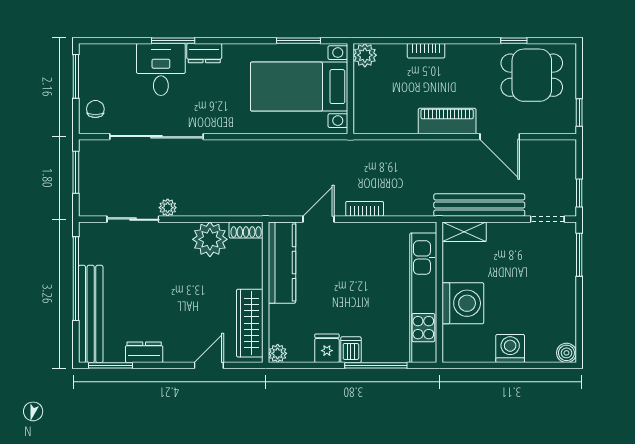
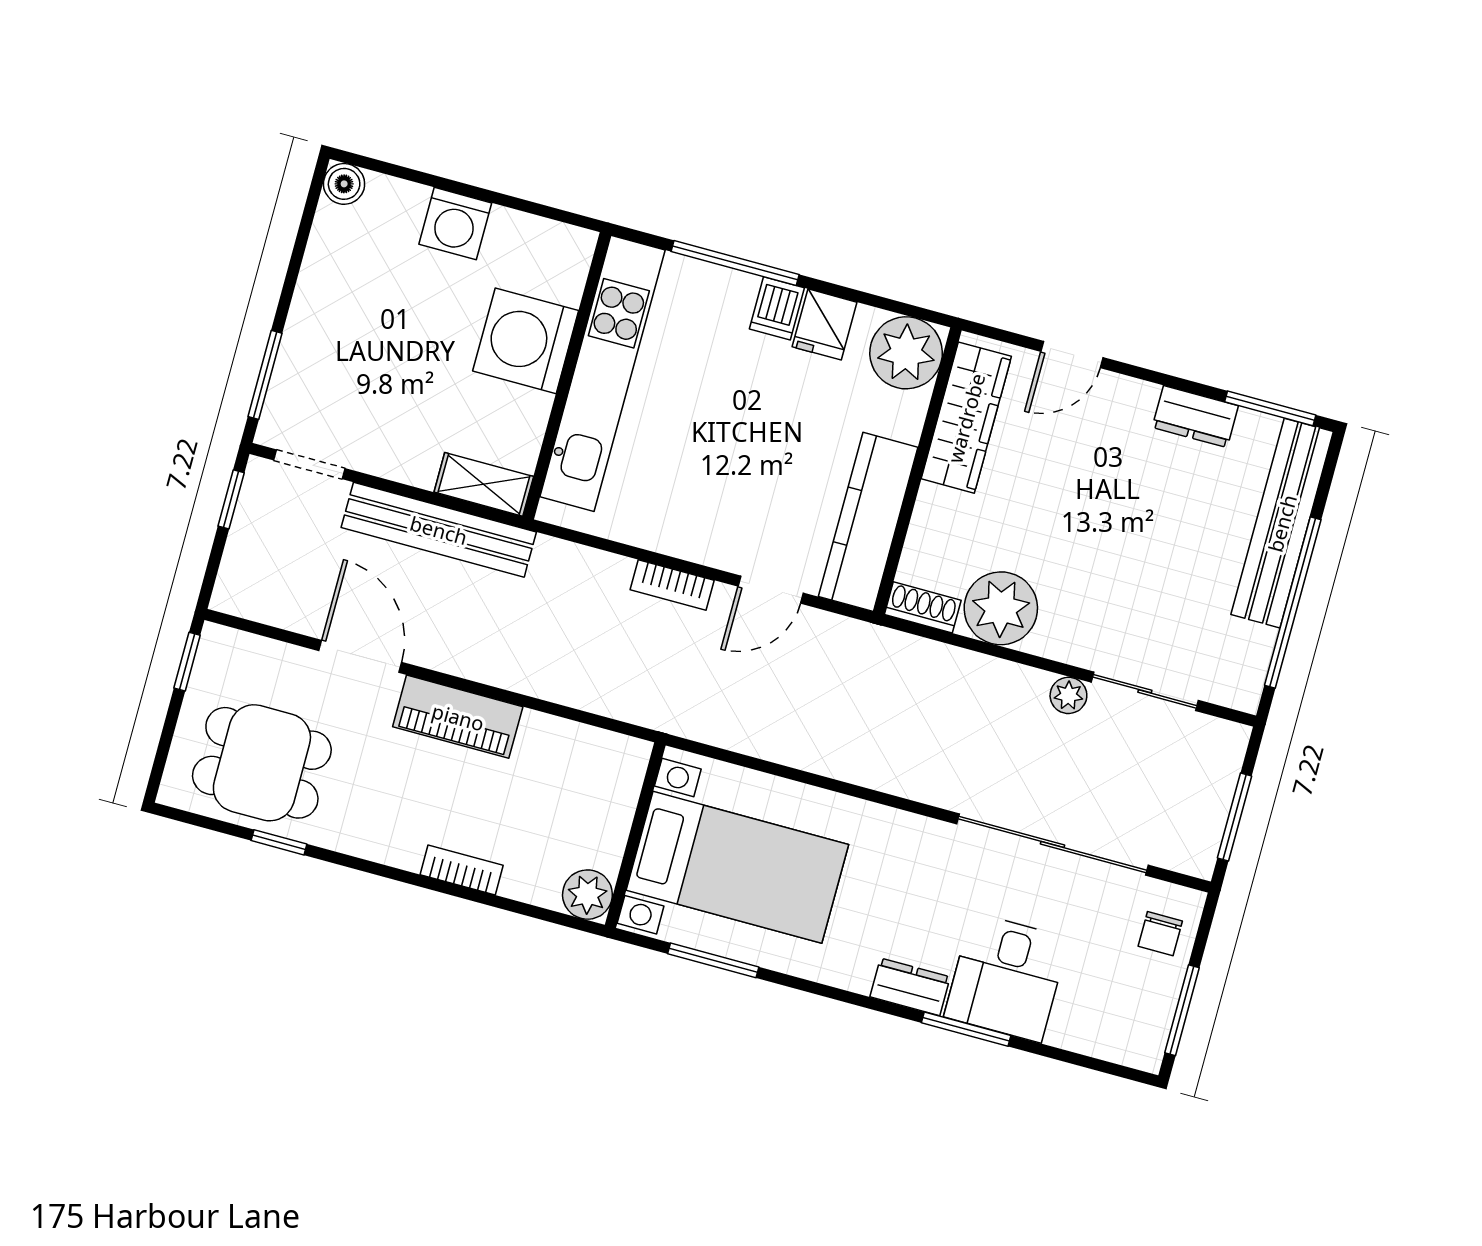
plant: (278, 353) -> (906, 353), width x1.88, depth x1.88

